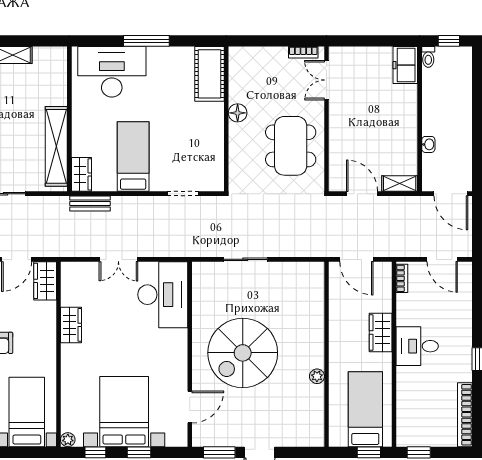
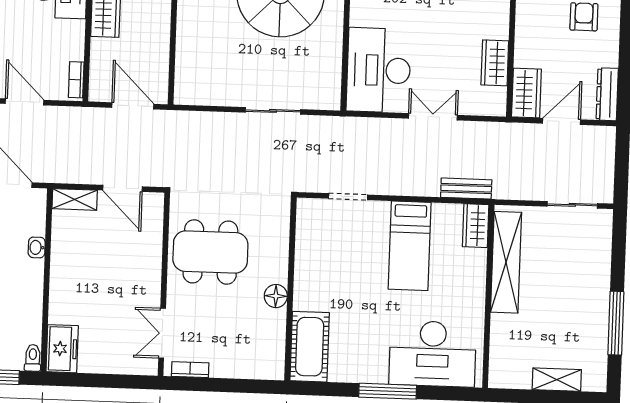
double door: (327, 80) -> (162, 333), swing flipped
dining table: (291, 146) -> (210, 252), turned 90
wardrobe: (71, 325) -> (495, 63), moved

